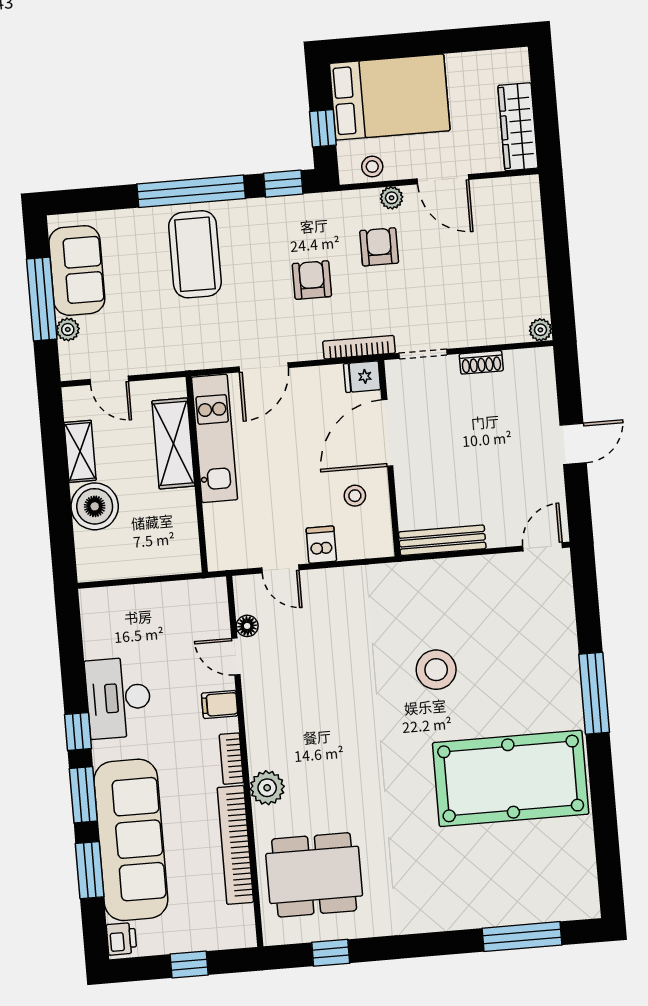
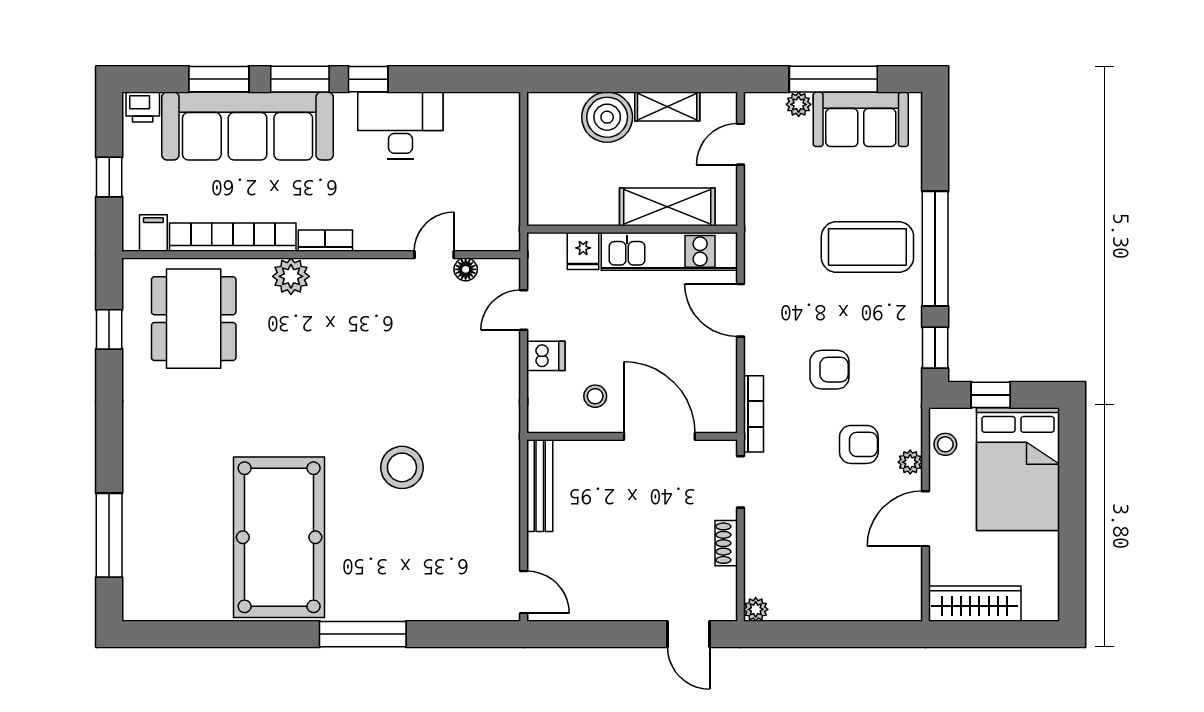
fridge: (362, 377) -> (583, 251), moved, turned 180
door: (573, 444) -> (689, 634), moved
filing cabinet: (220, 704) -> (153, 233), moved

